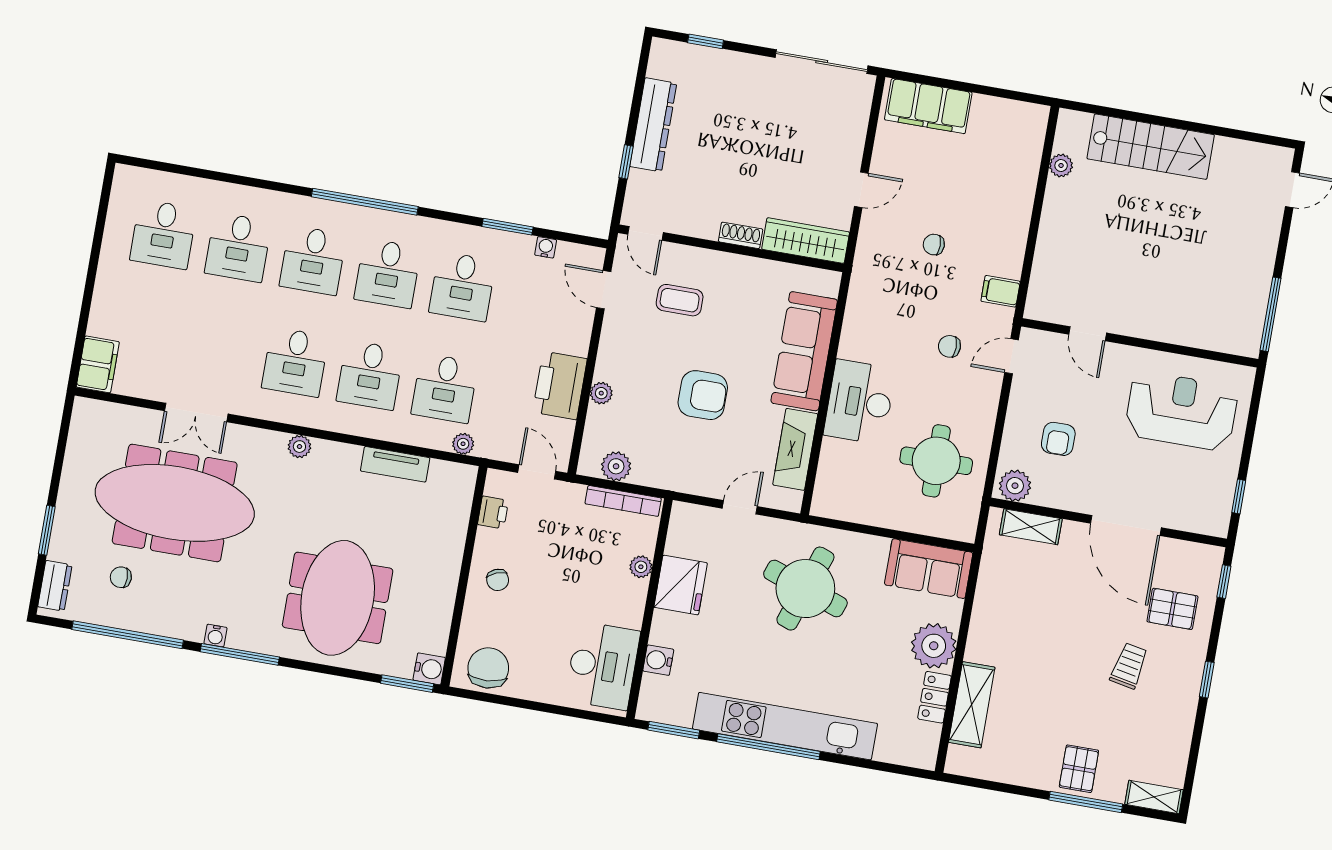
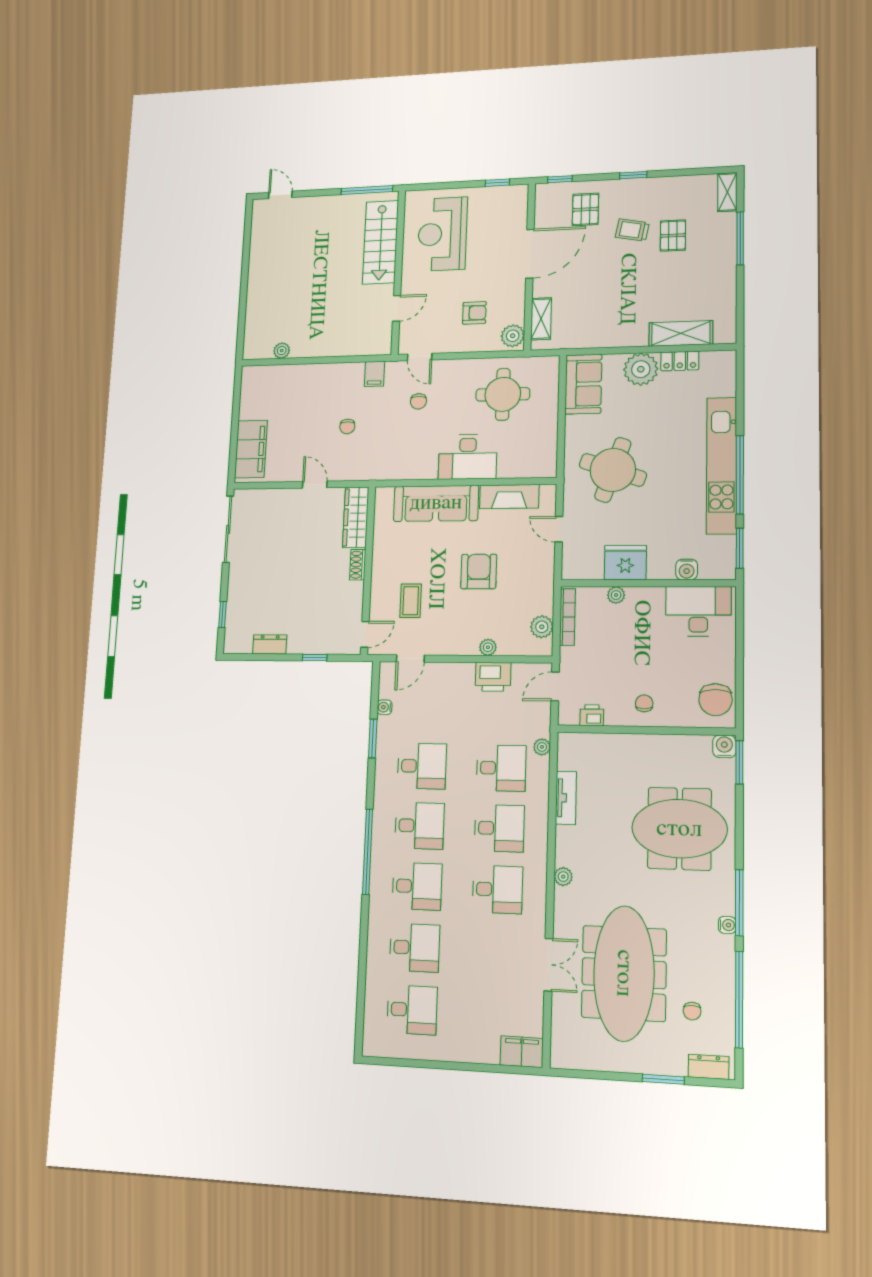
dresser: (653, 125) -> (270, 644), width x0.51, depth x0.80
stairs: (1151, 147) -> (381, 242), moved, turned 180
printer: (560, 385) -> (493, 677), width x0.73, depth x0.84
chair: (498, 580) -> (644, 703), turned -68
chair: (488, 668) -> (716, 700), turned -86
pallet: (1079, 769) -> (673, 236), moved, turned 90

